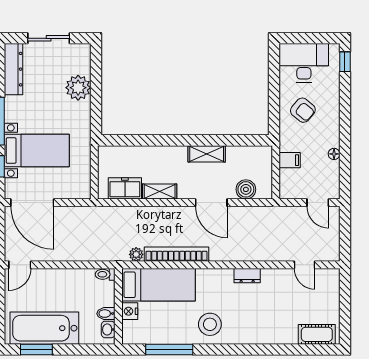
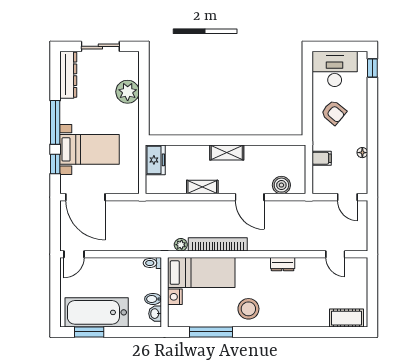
shelving: (207, 154) -> (227, 152), moved
freezer: (125, 188) -> (155, 160), moved, turned 90

